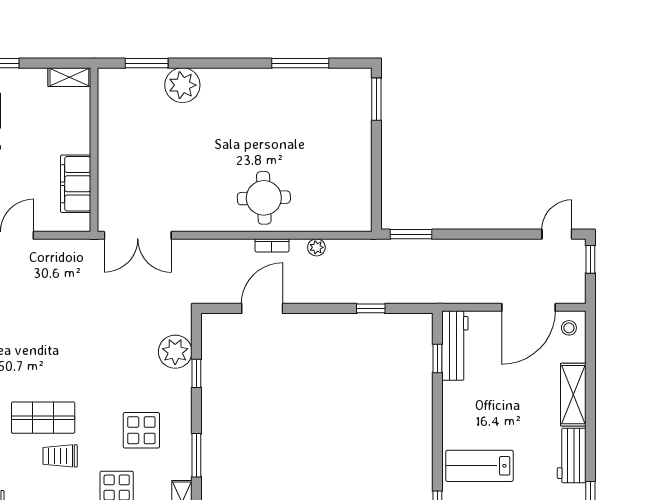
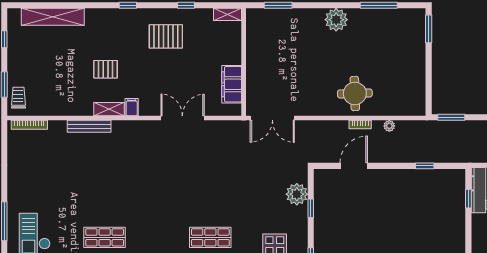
plant: (182, 85) -> (336, 20), moved

